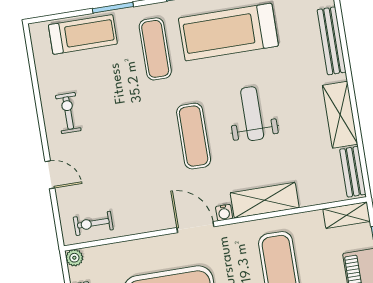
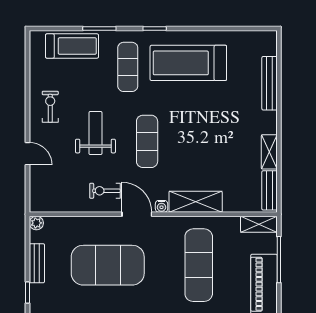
weight bench: (252, 114) -> (95, 133), moved
shelving: (340, 115) -> (269, 152), width x0.67, depth x0.75
exercise bike: (93, 223) -> (105, 191), moved

